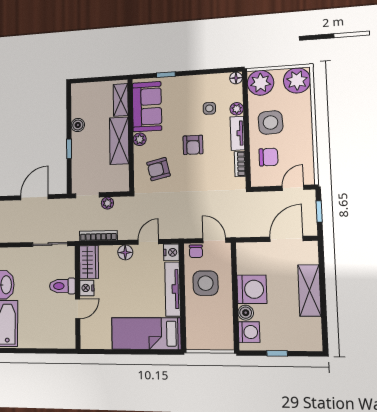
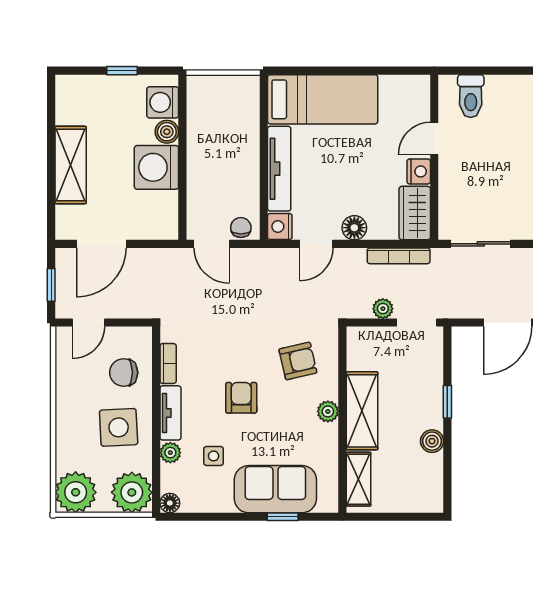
sofa: (147, 107) -> (275, 489), moved, turned 90
side table: (206, 283) -> (227, 177), removed
toilet: (62, 286) -> (471, 96), moved, turned 90

